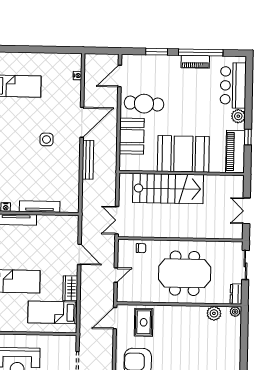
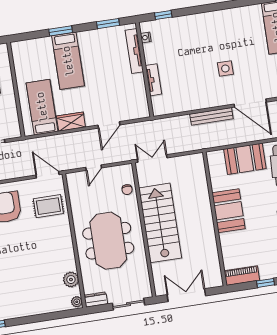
piano: (235, 152) -> (242, 276), width x0.73, depth x0.75
booth: (183, 154) -> (229, 211), width x0.73, depth x0.70
stairs: (168, 189) -> (160, 223), moved, turned 180
tv unit: (40, 207) -> (153, 80), width x0.71
double door: (246, 211) -> (186, 295), width x1.37
door: (116, 275) -> (94, 168), hinge flipped

